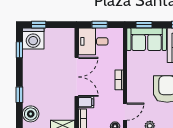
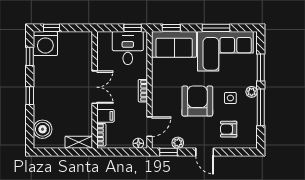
window: (100, 25) -> (133, 28), moved
desk: (93, 41) -> (128, 48), moved, turned 90
double door: (77, 77) -> (95, 87), width x0.73
window: (19, 95) -> (30, 96), moved

